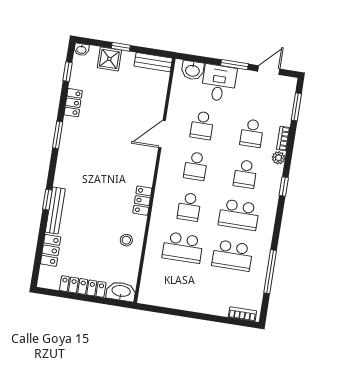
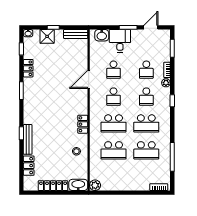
school desk: (189, 207) -> (114, 123), width x1.85
plant: (146, 296) -> (95, 185), added

